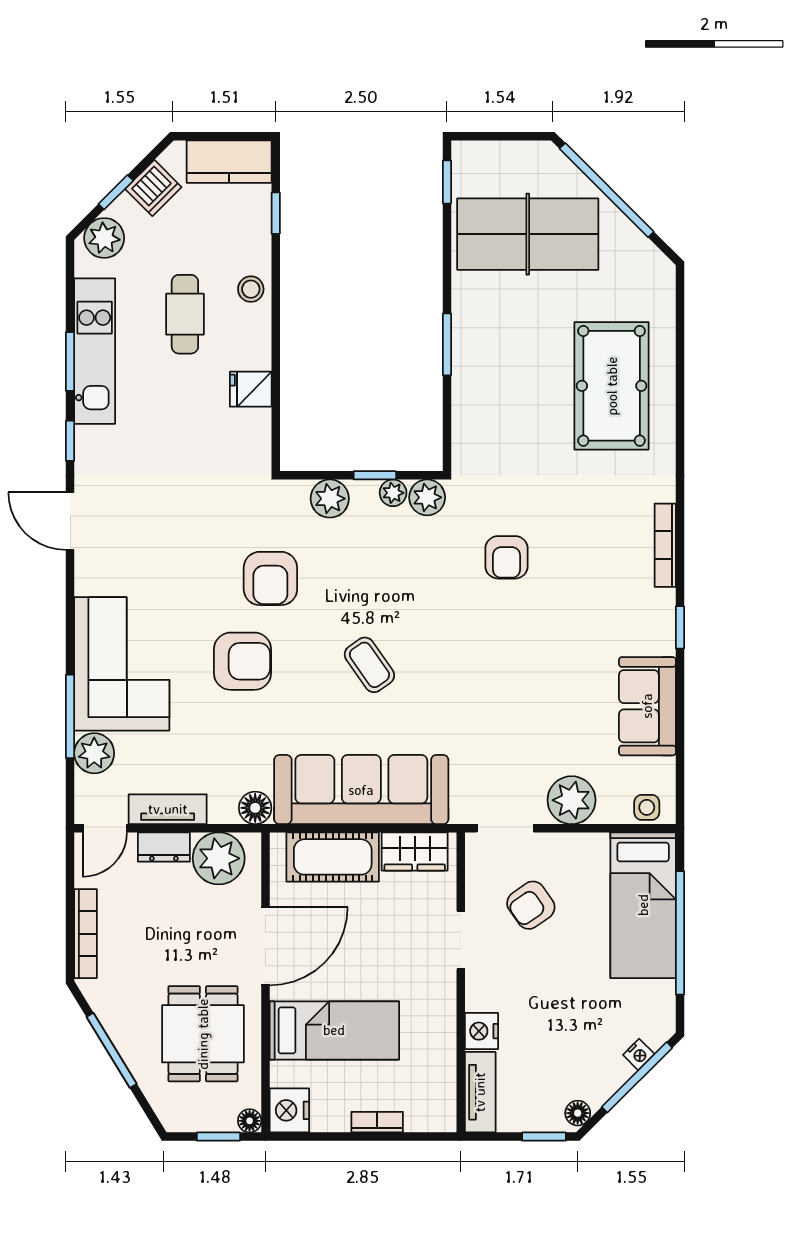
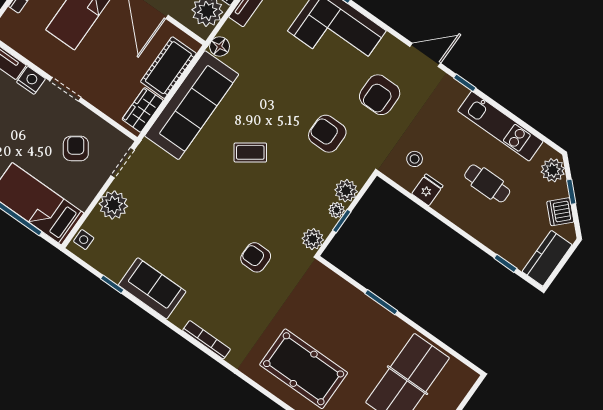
window: (447, 182) -> (461, 359), removed
stool: (251, 289) -> (415, 159), moved
window: (70, 361) -> (504, 110), removed
plant: (393, 493) -> (337, 210), moved
window: (680, 627) -> (112, 284), moved
armchair: (243, 661) -> (380, 95), moved
sofa: (647, 706) -> (152, 288), moved
doorway: (461, 940) -> (65, 89), moved

